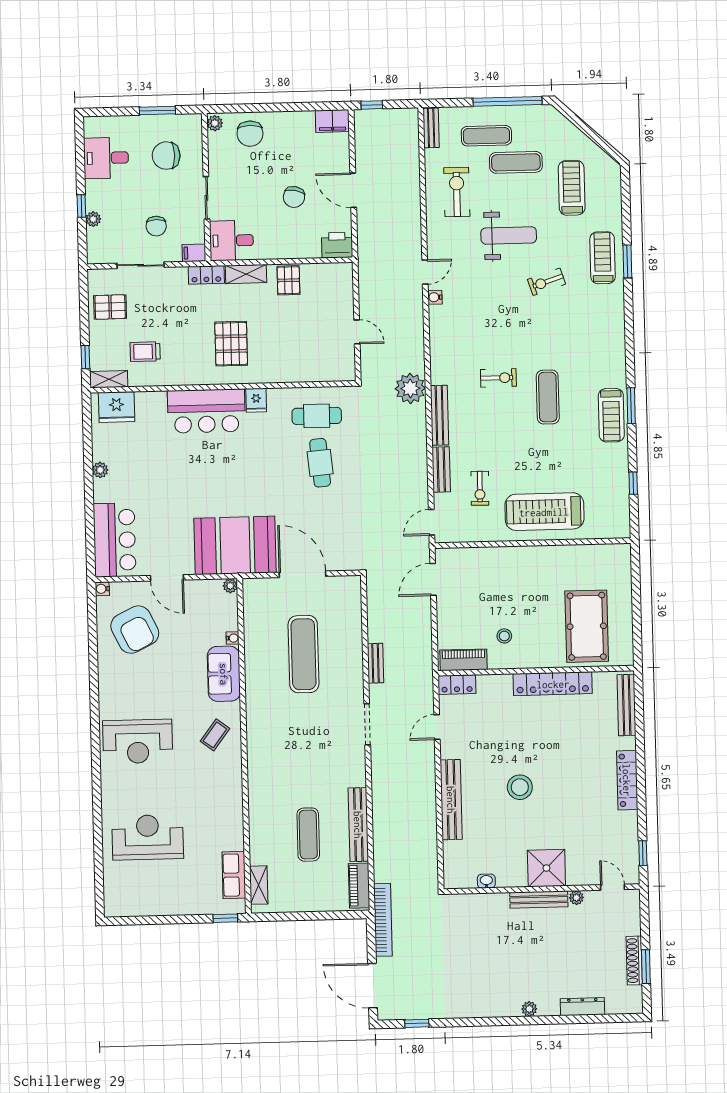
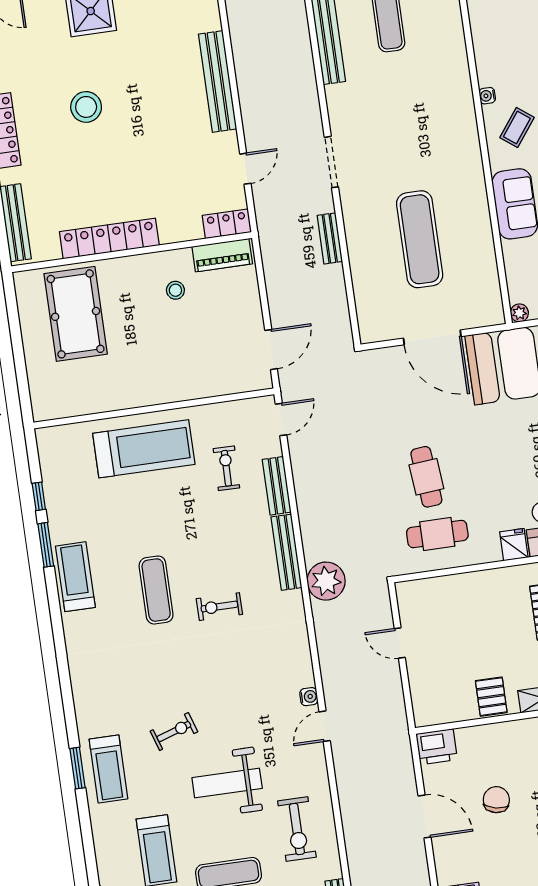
window: (631, 406) -> (46, 545), moved
water cooler: (233, 638) -> (487, 96), moved
stool: (520, 787) -> (86, 107), moved

